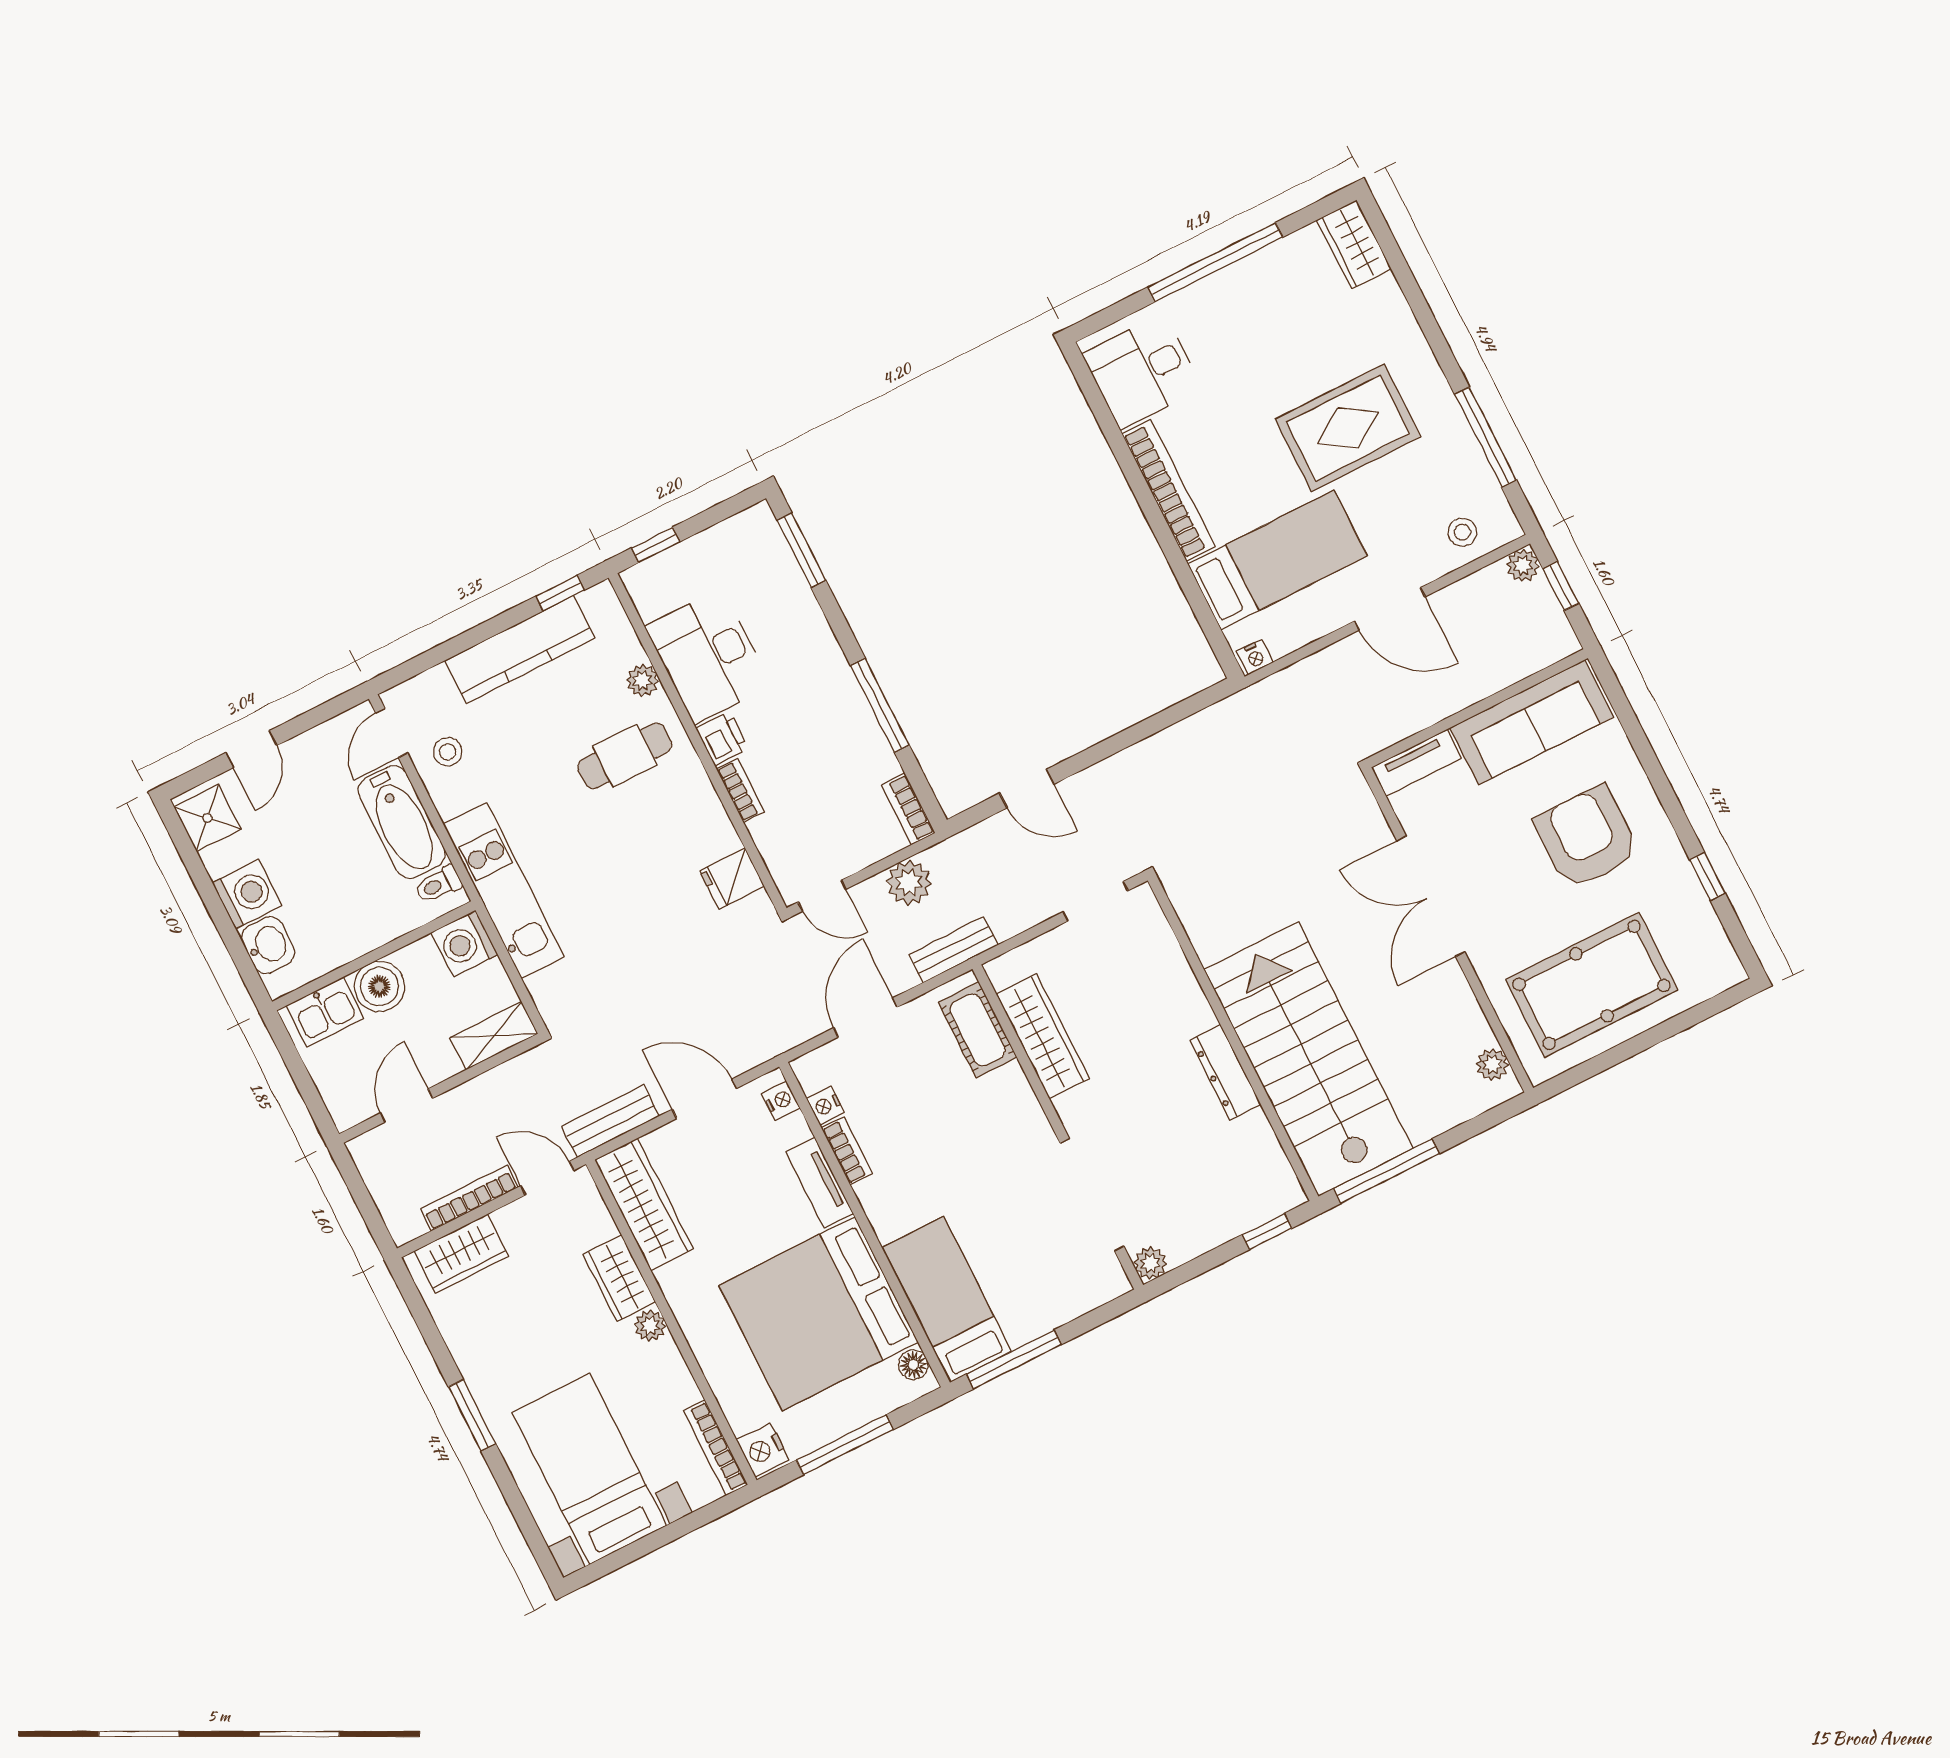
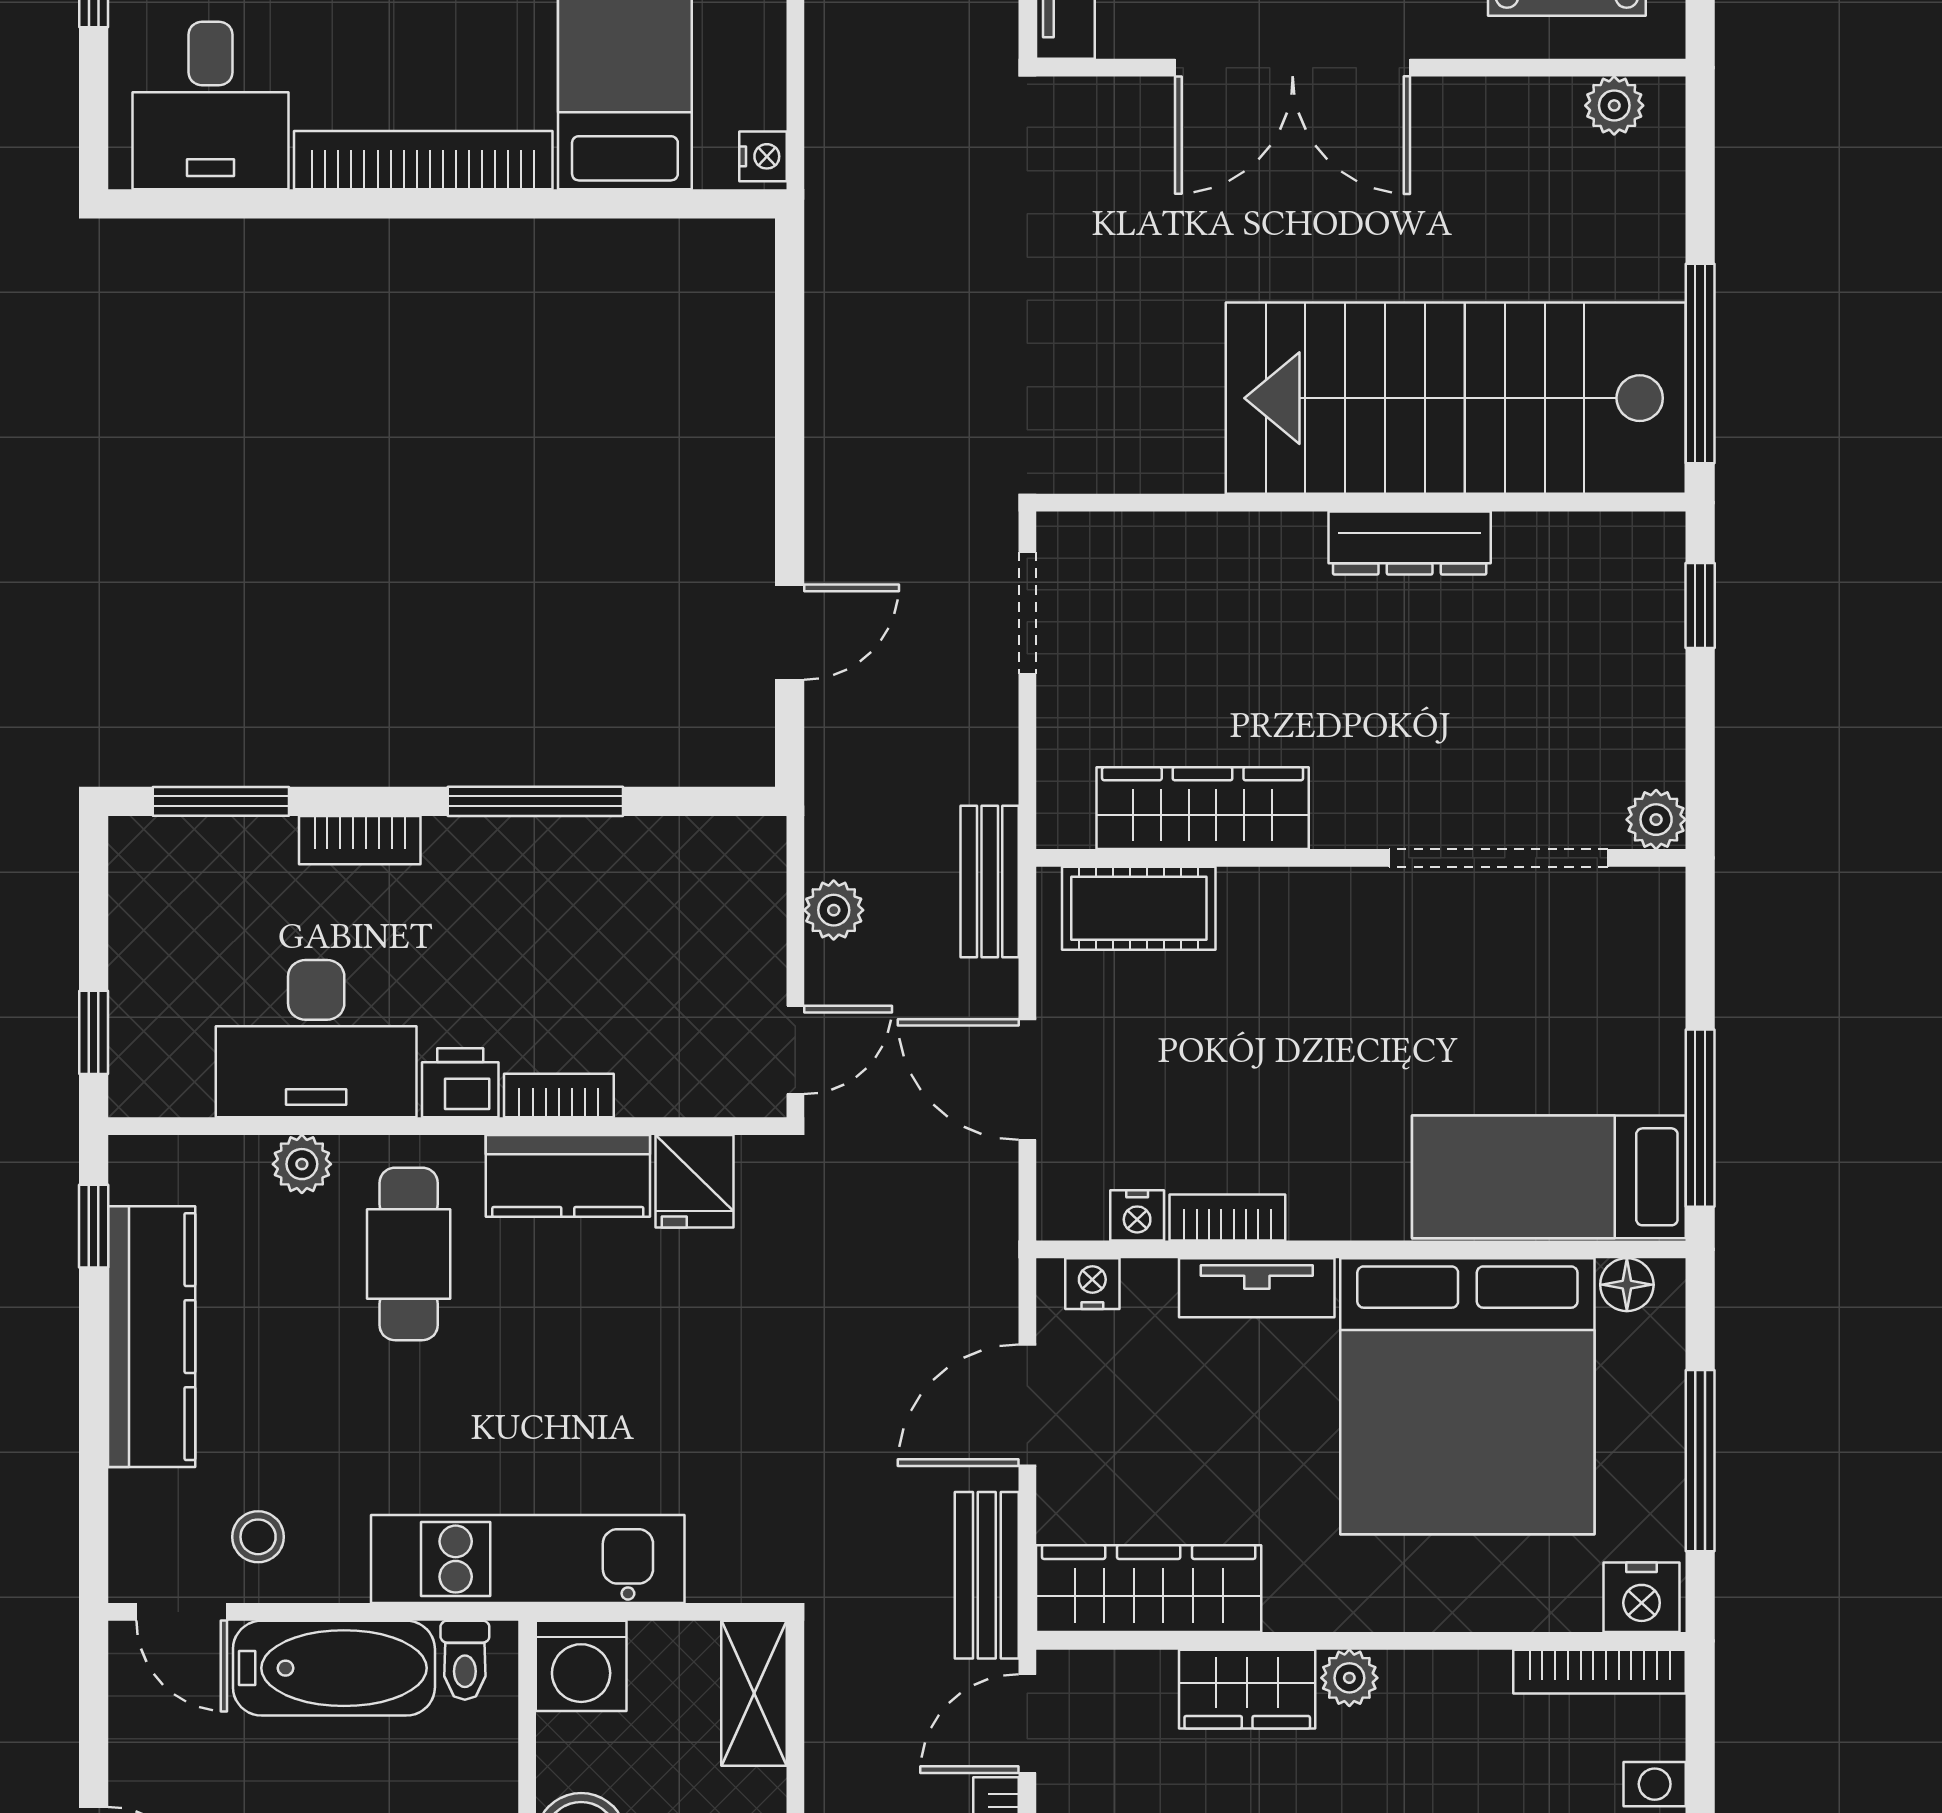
bookcase: (908, 809) -> (360, 840), moved
kitchen counter: (703, 815) -> (568, 1176), added
plant: (909, 882) -> (834, 910), width x0.73, depth x0.73

